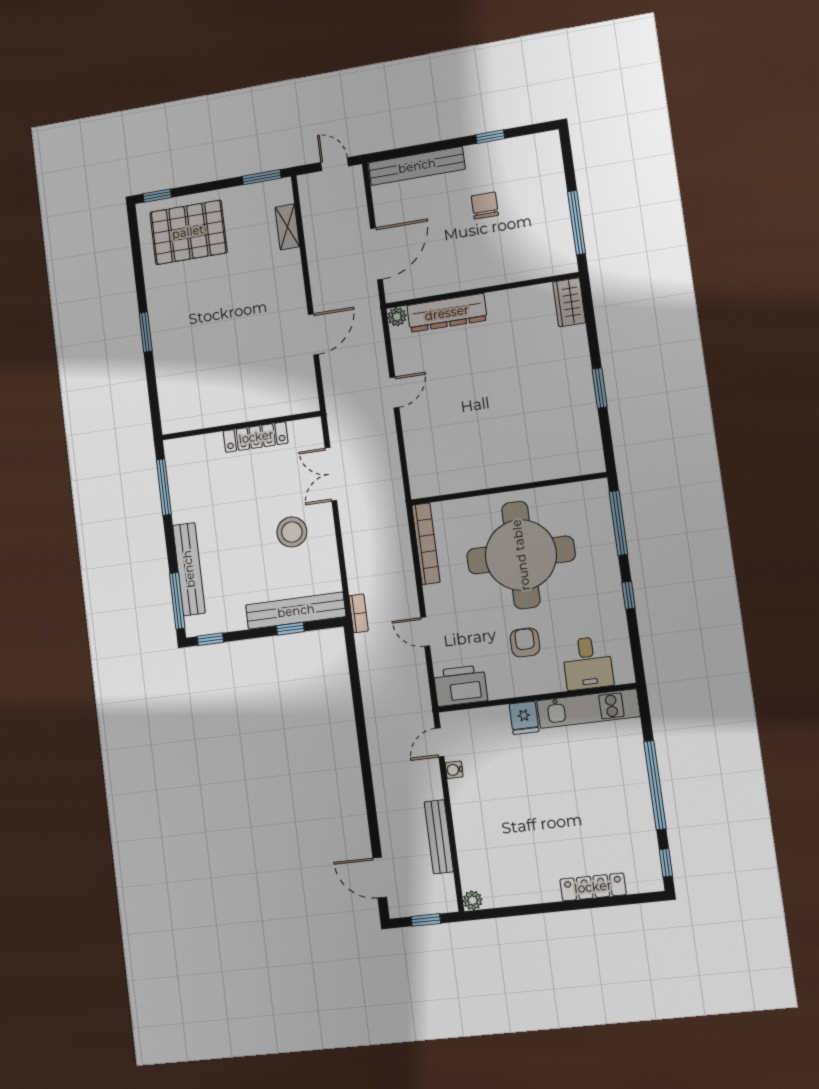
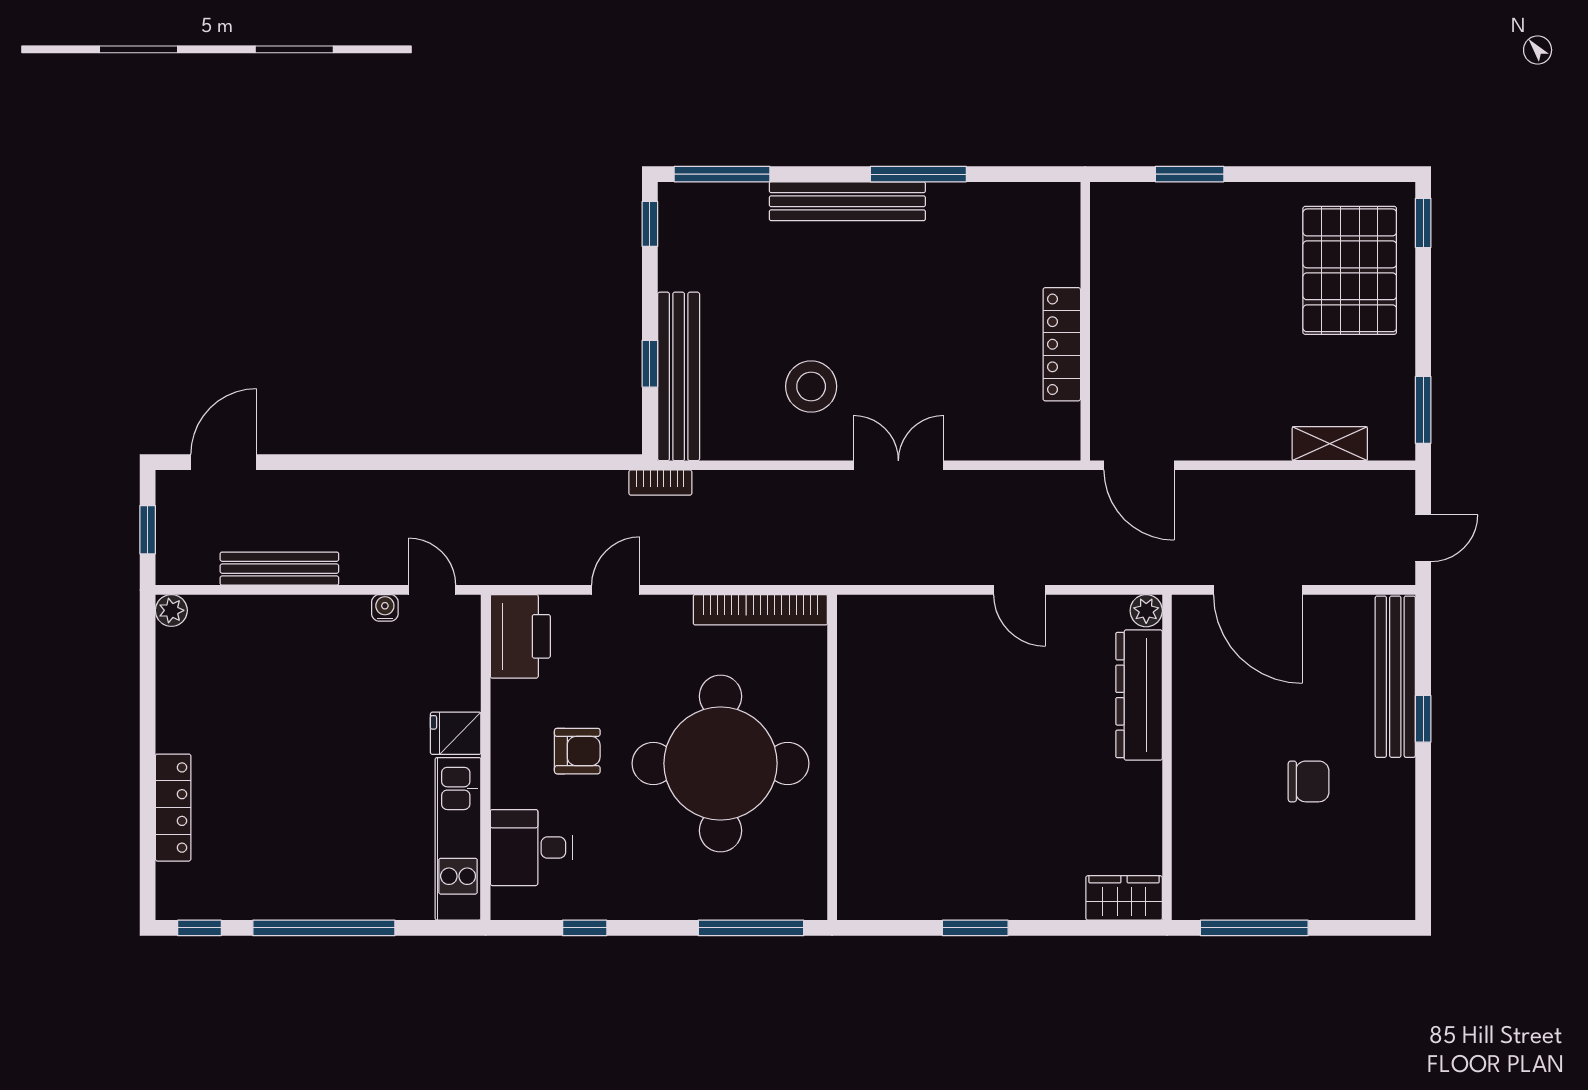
window: (490, 137) -> (1423, 719), moved
wall: (241, 426) -> (1085, 321), moved
locker: (256, 437) -> (1062, 344), moved
bench: (189, 569) -> (847, 201), moved
window: (629, 595) -> (585, 928), moved

